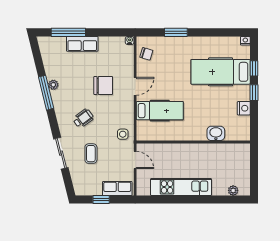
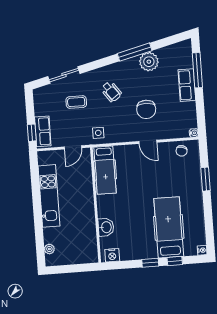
plant: (53, 85) -> (149, 62), width x1.87, depth x1.87
nightstand: (244, 108) -> (112, 255), moved
hospital bed: (160, 111) -> (105, 170), moved
sliding door: (61, 153) -> (64, 75), moved
window: (101, 199) -> (32, 133), moved

